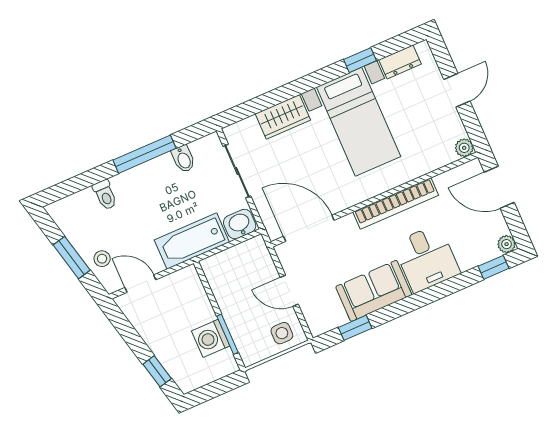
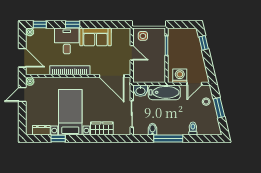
door: (457, 90) -> (22, 94), moved
door: (140, 284) -> (194, 84), hinge flipped
window: (355, 328) -> (73, 24), moved
washing machine: (211, 338) -> (180, 76), moved, turned -90

